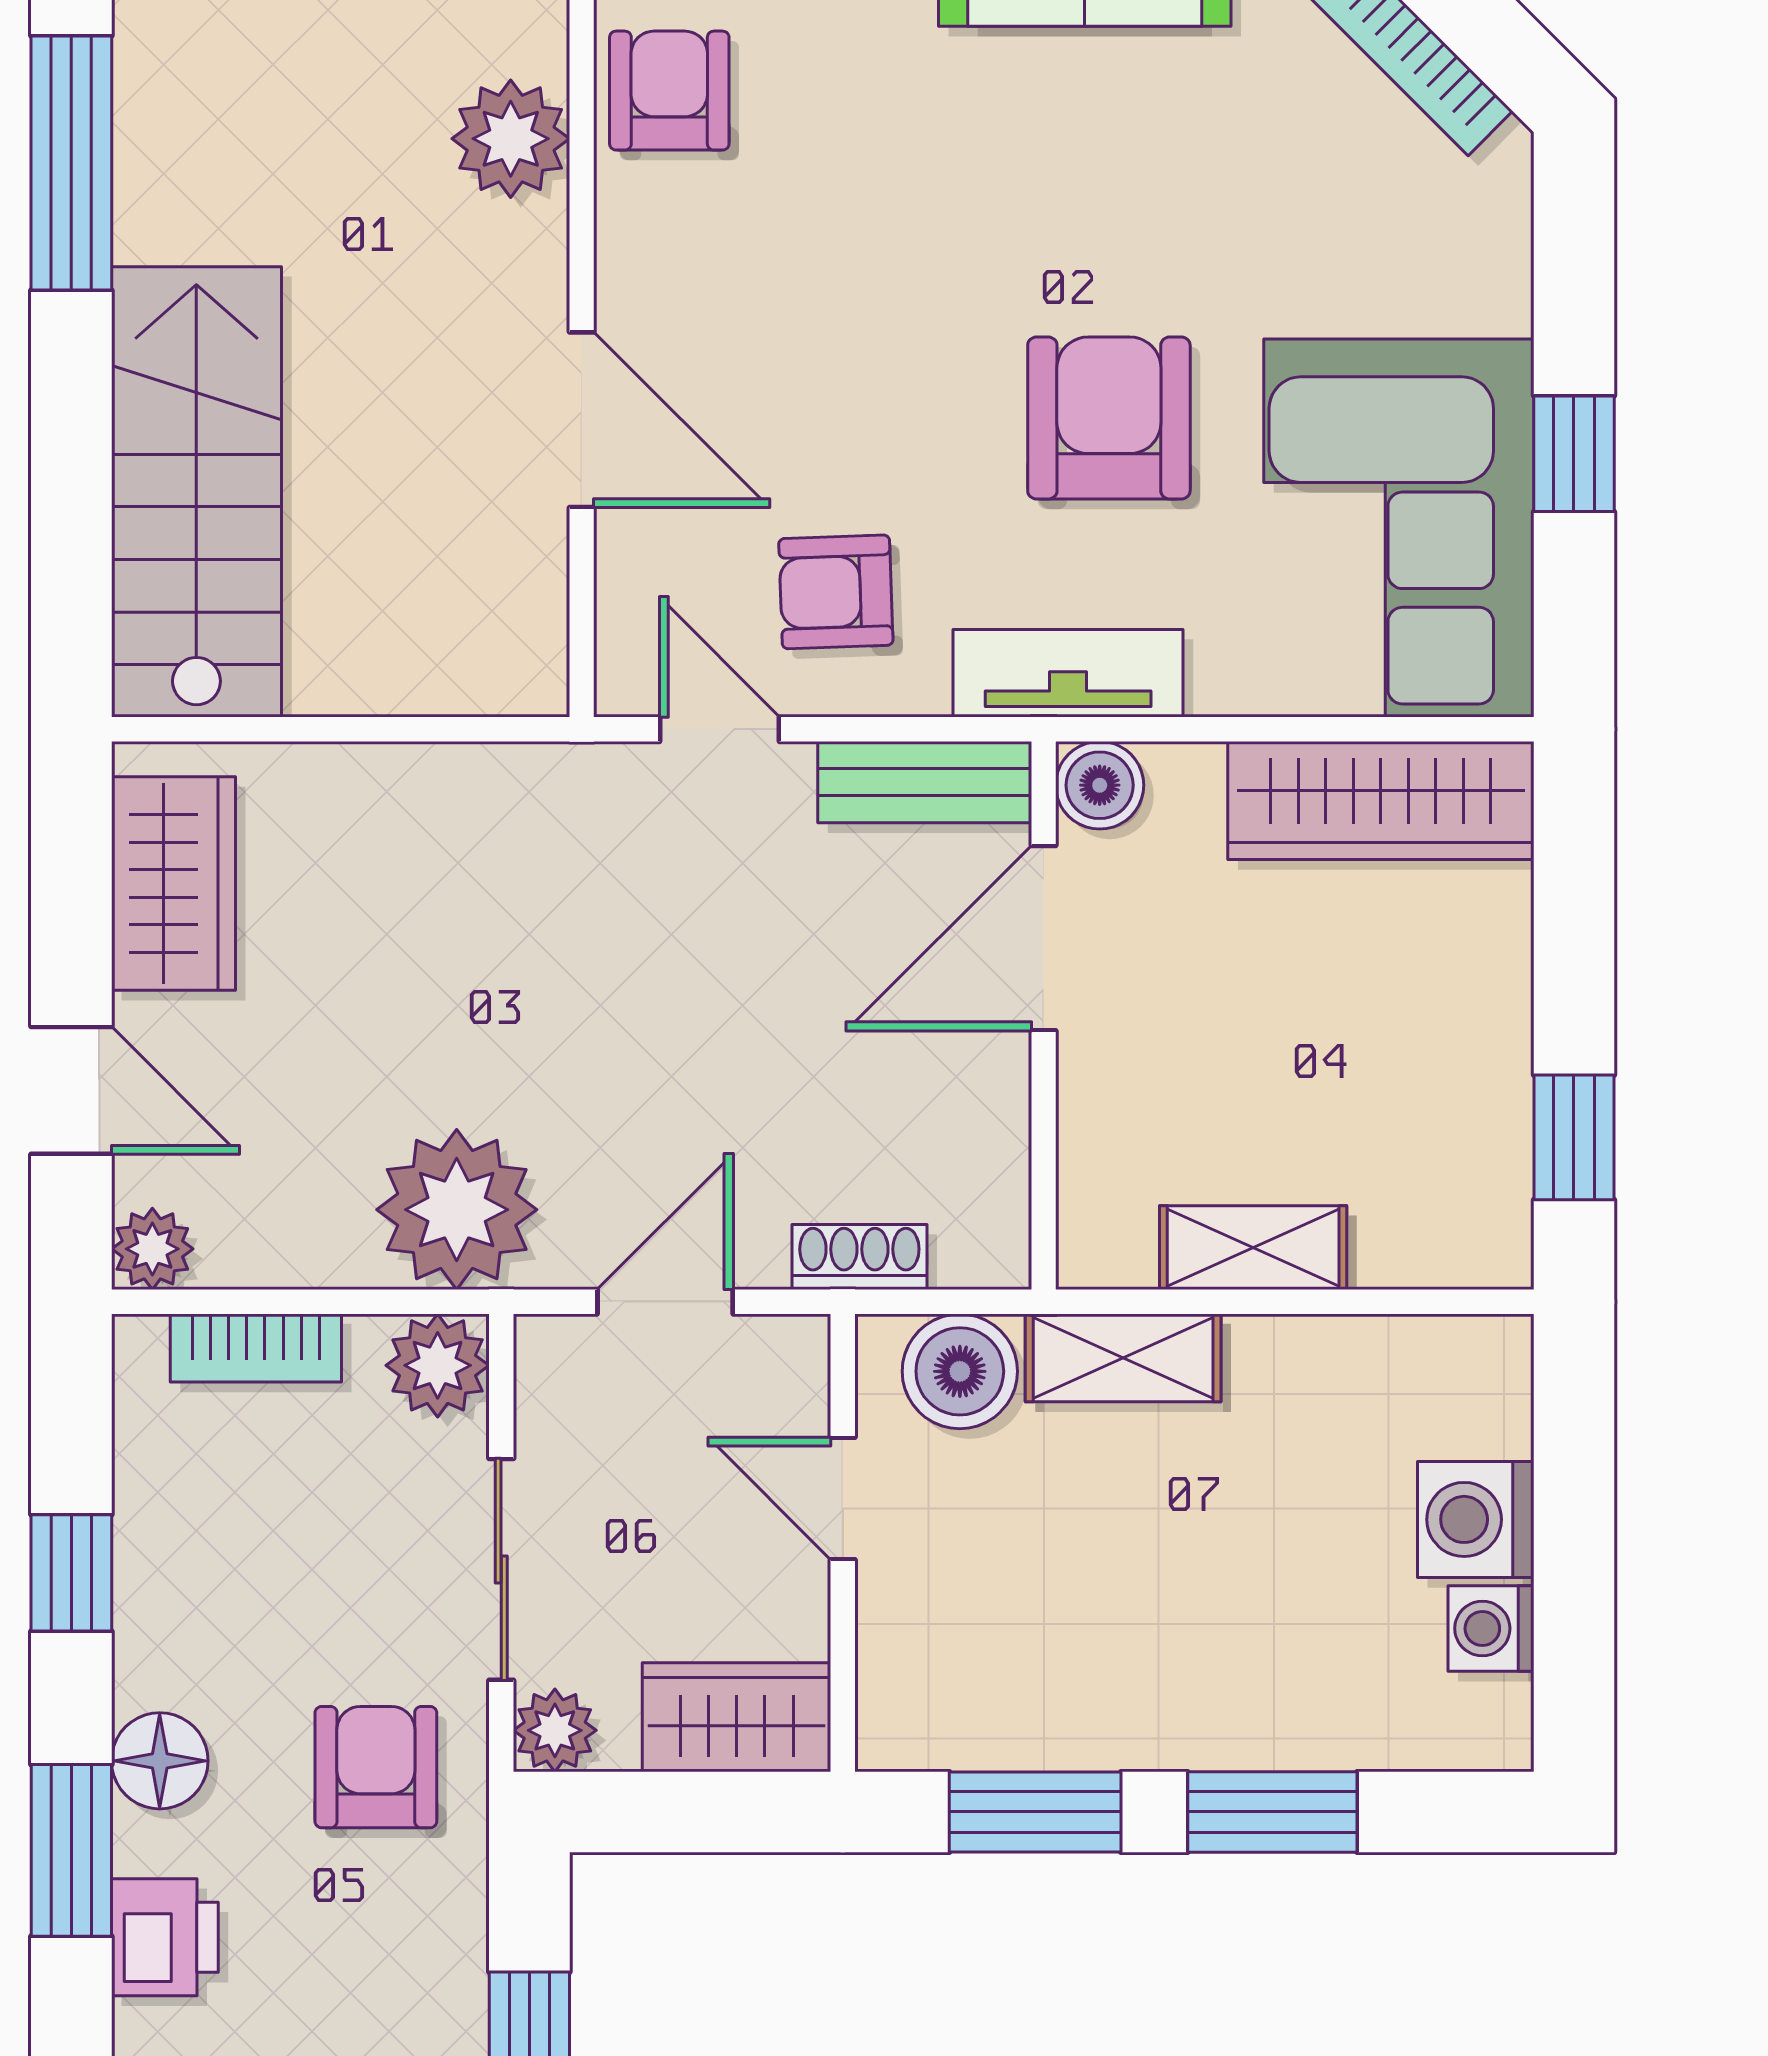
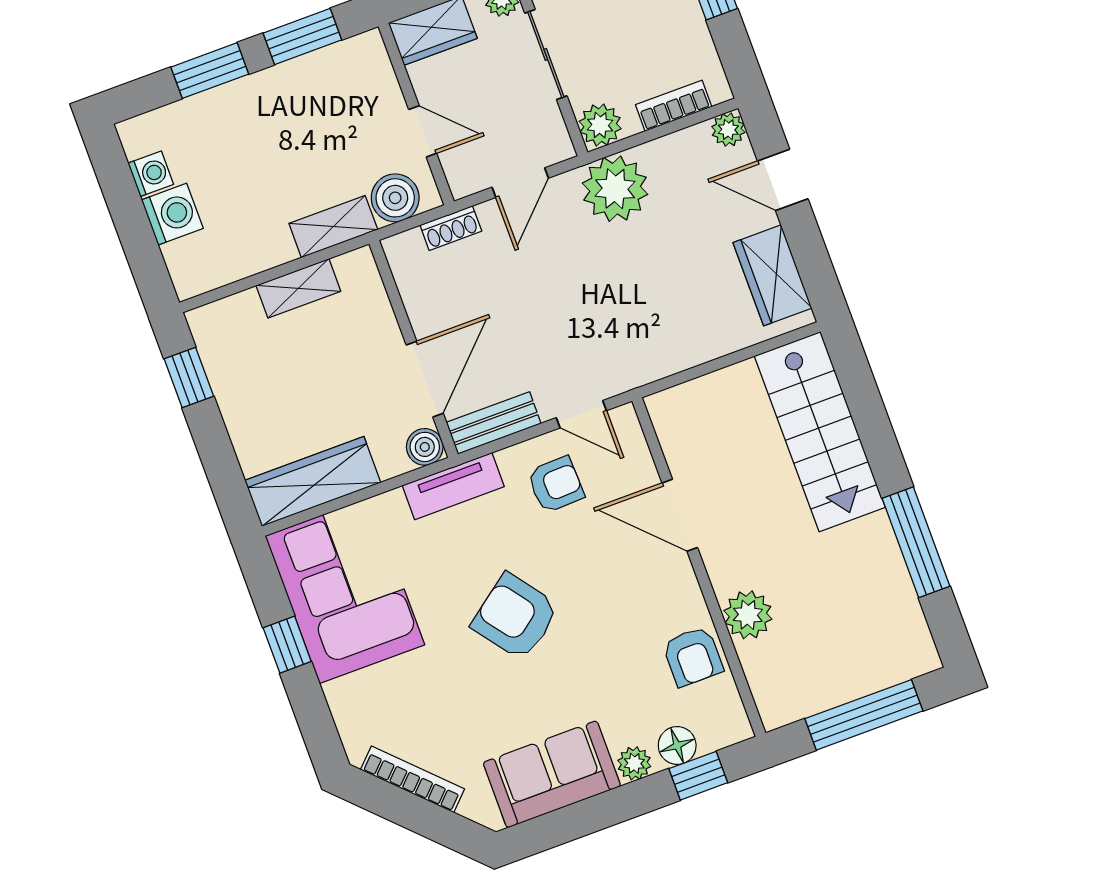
armchair: (1109, 418) -> (515, 617), moved, turned 143

